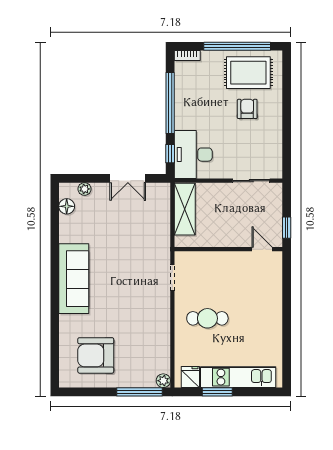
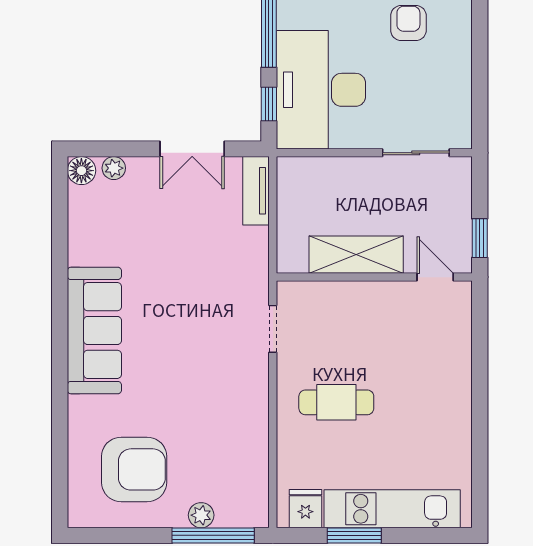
desk: (193, 155) -> (321, 90), width x1.36, depth x1.30
tv unit: (163, 202) -> (256, 191), added
floor lamp: (67, 206) -> (81, 171), moved
shelving: (185, 209) -> (356, 255), moved, turned 90
armchair: (96, 355) -> (134, 469), turned 180
plant: (163, 381) -> (201, 515), moved

